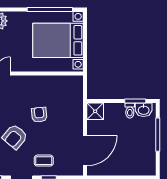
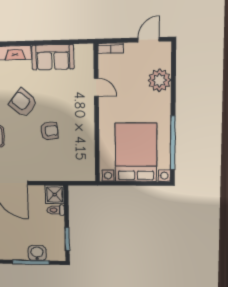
washbasin: (144, 110) -> (37, 253), moved, turned 90
toilet: (130, 111) -> (56, 210), moved

